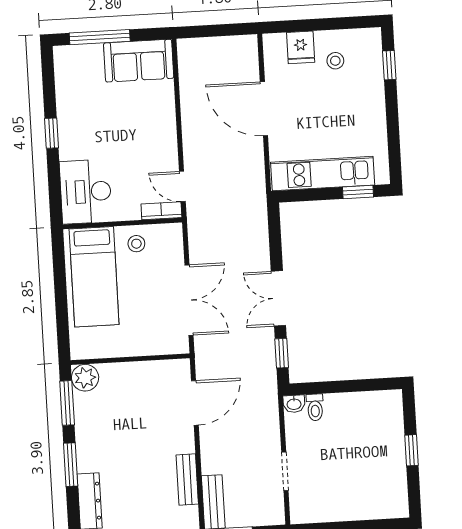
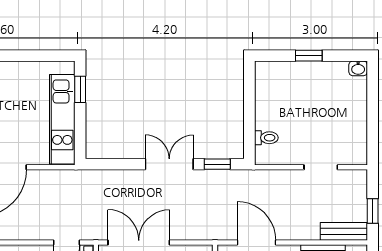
double door: (278, 298) -> (169, 164), swing flipped
double door: (189, 300) -> (139, 243), moved
washbasin: (294, 404) -> (358, 68), moved, turned 90

